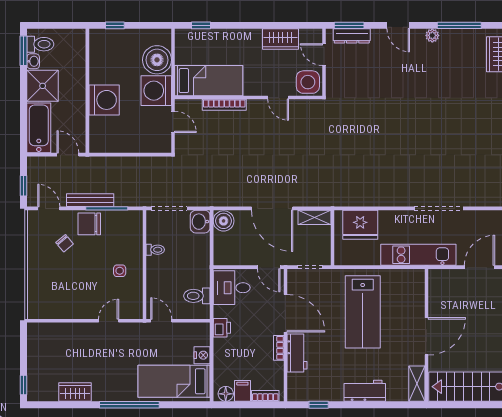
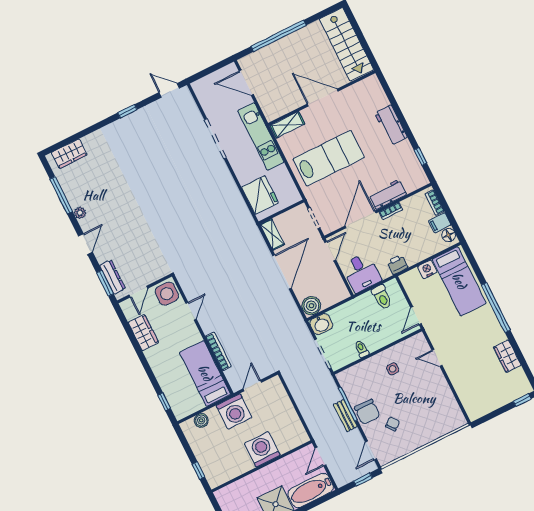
boiler: (157, 60) -> (201, 420), width x0.54, depth x0.54
bench: (90, 200) -> (345, 416), width x0.73
shelving: (417, 384) -> (287, 125), moved

